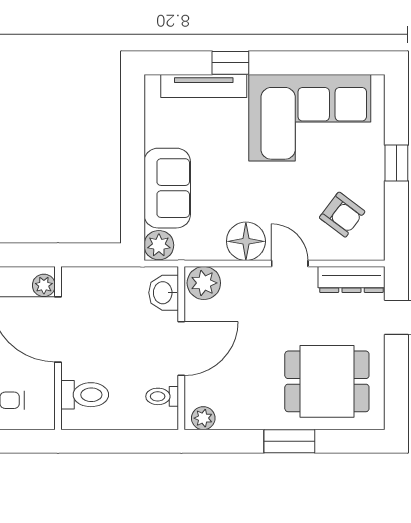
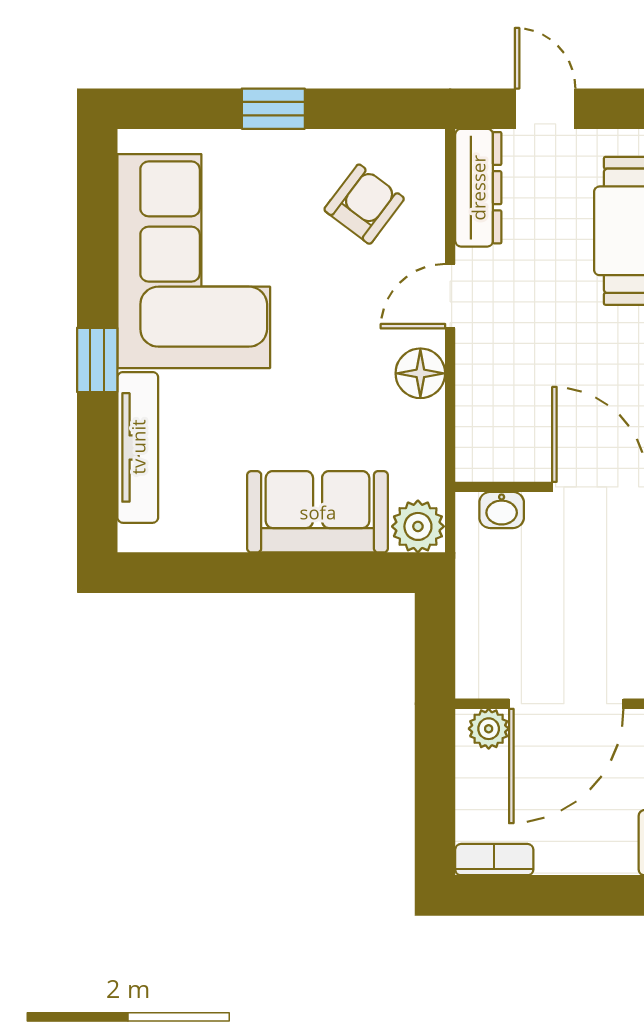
window: (230, 63) -> (97, 360), moved
floor lamp: (246, 241) -> (420, 373), width x0.73, depth x0.73
plant: (204, 283) -> (484, 447), removed
washbasin: (164, 293) -> (502, 510), width x0.72, depth x0.69

